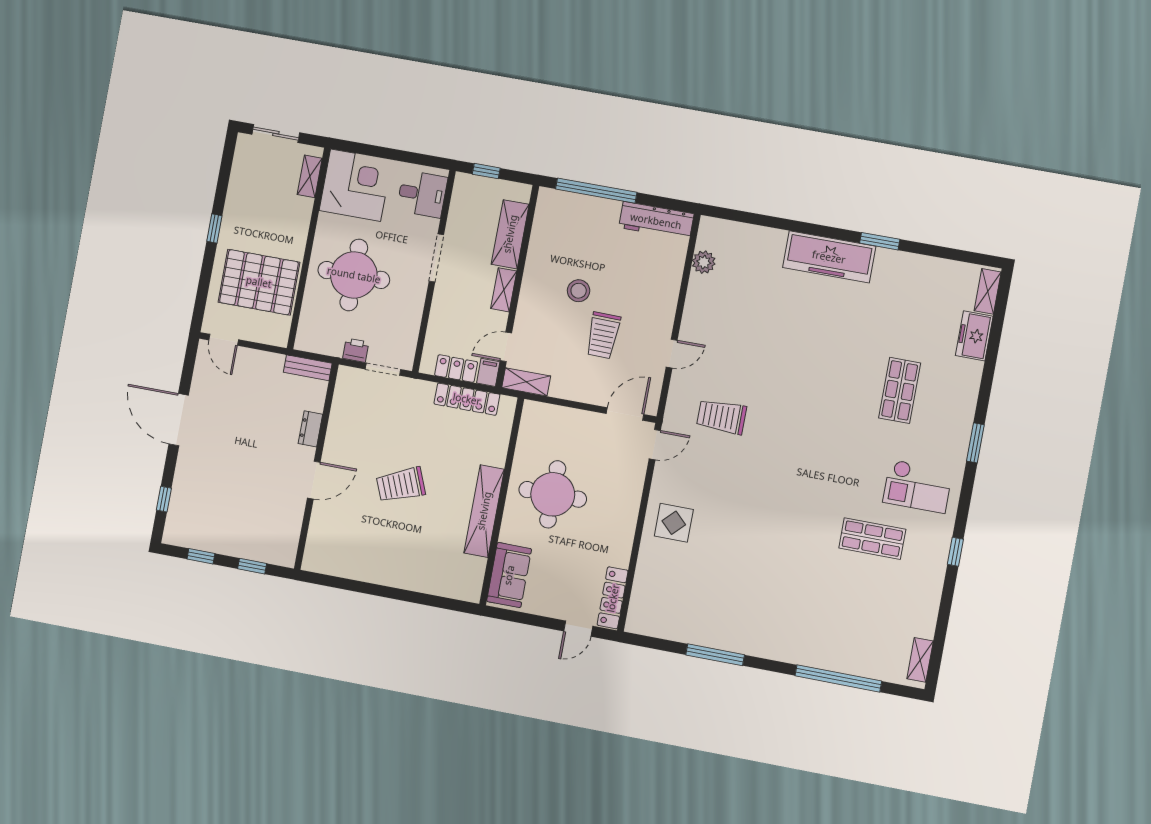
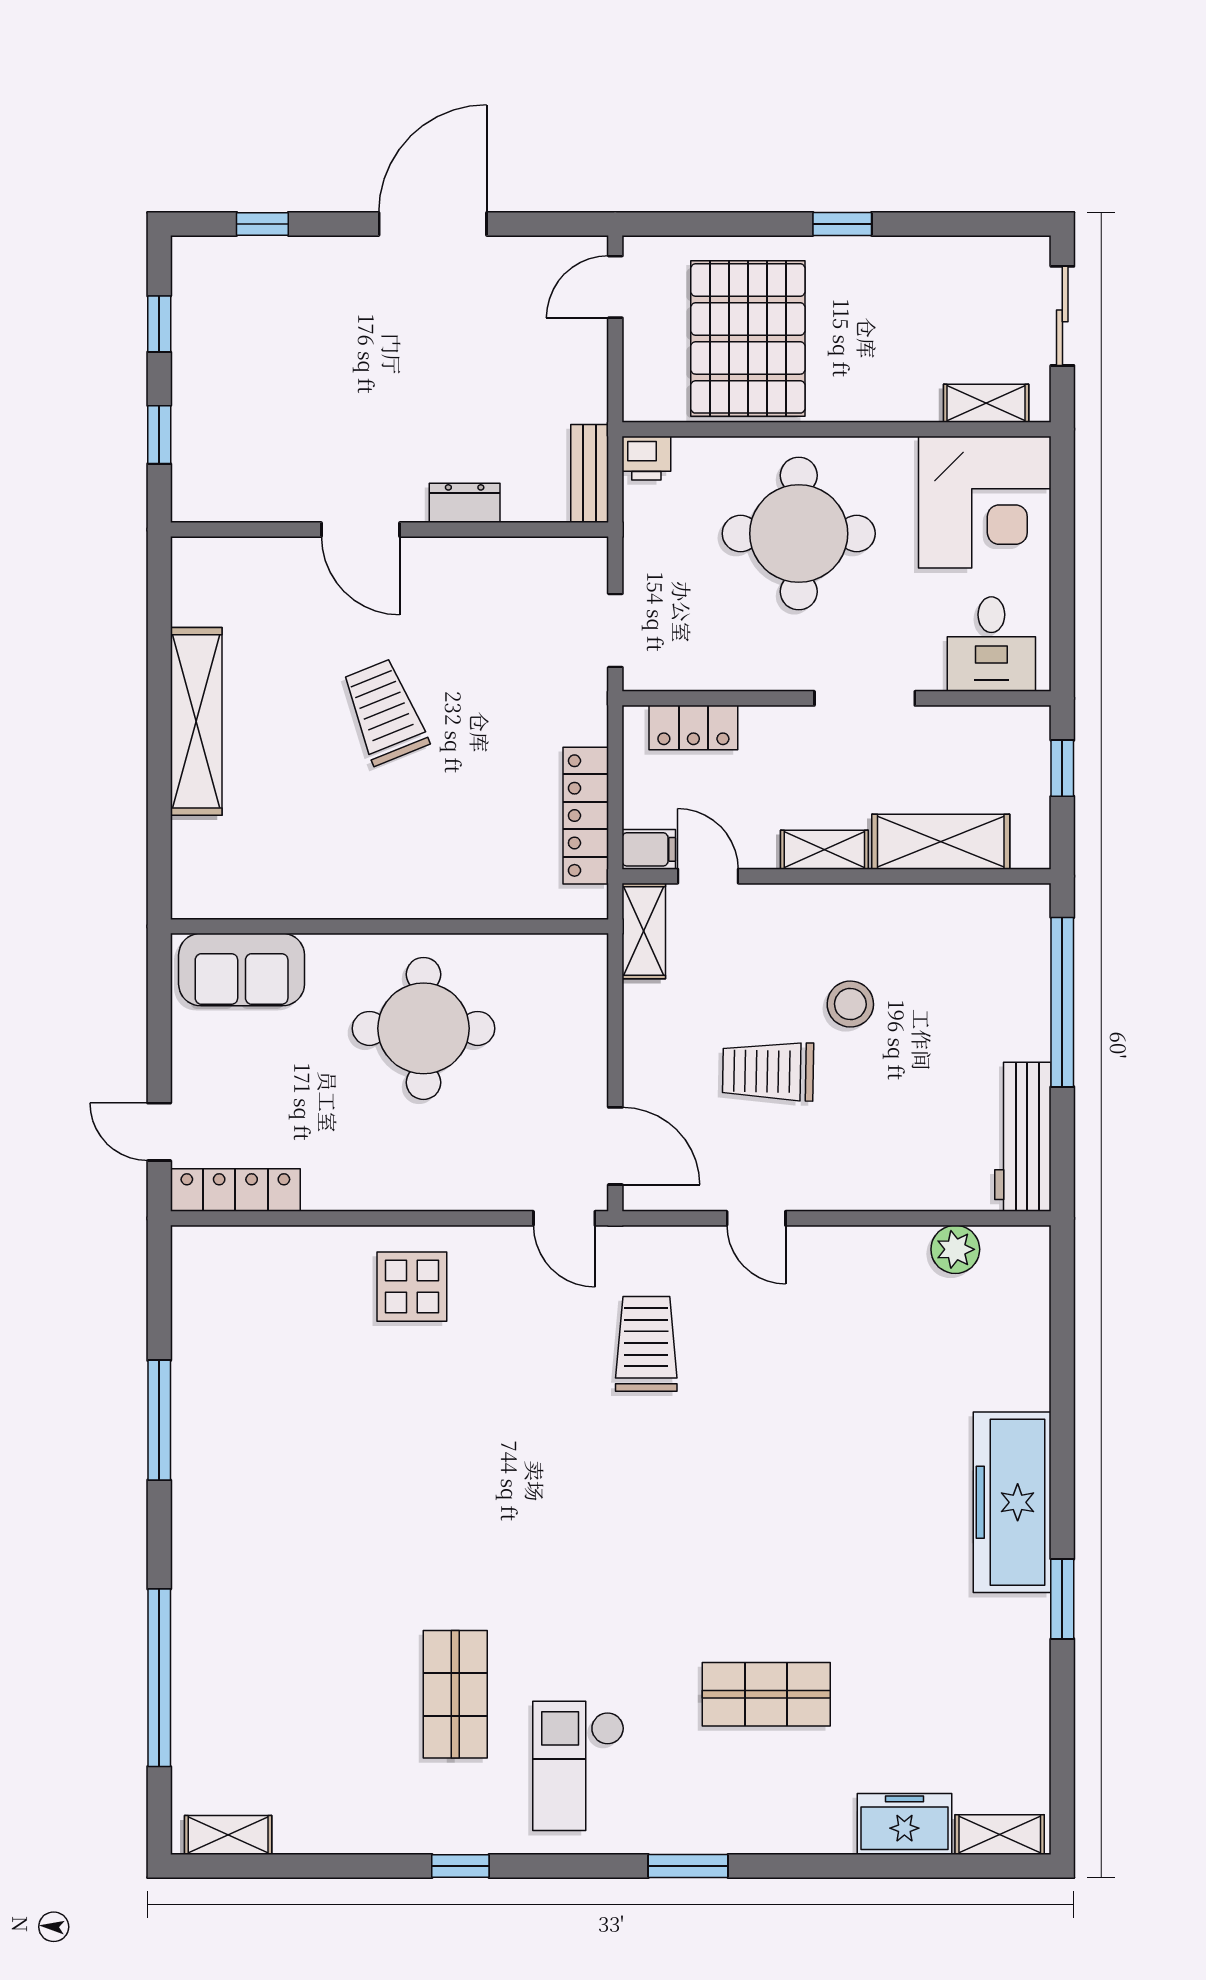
printer: (356, 350) -> (646, 458), moved, turned 90
locker: (456, 369) -> (693, 728), moved, turned 90
shelving: (484, 511) -> (196, 721), moved, turned 90

